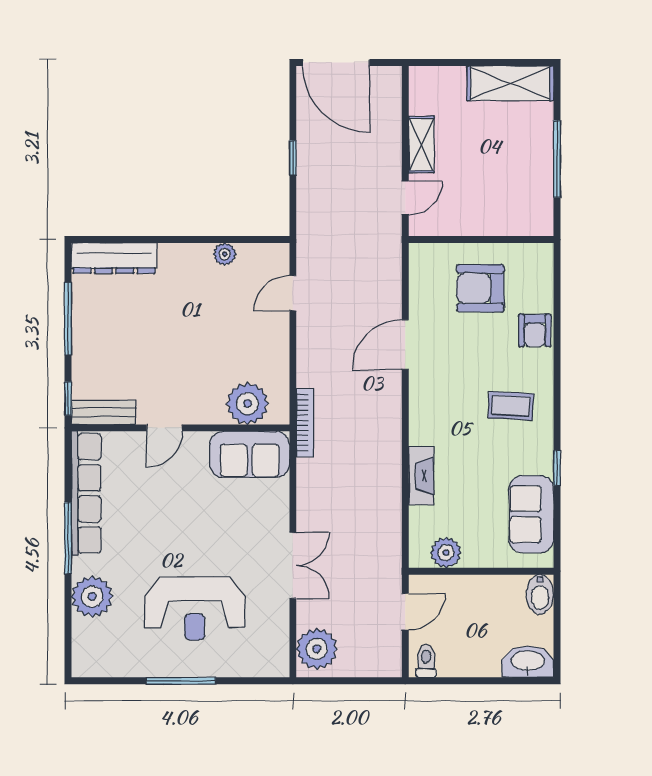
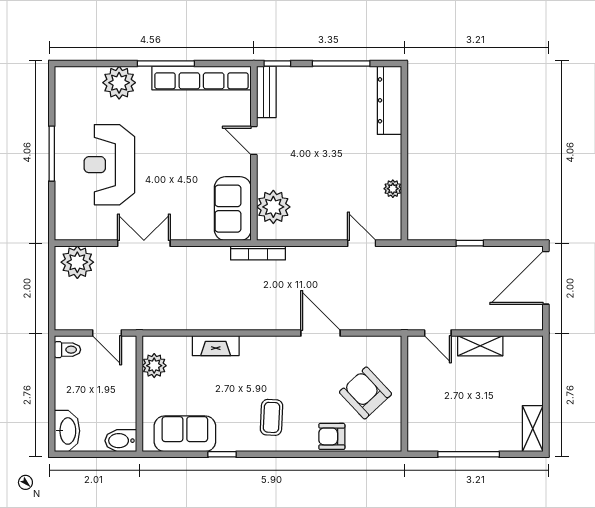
shelving: (510, 83) -> (533, 429), width x0.67, depth x0.75
armchair: (480, 288) -> (365, 393), turned -43
double door: (293, 565) -> (144, 243), swing flipped

